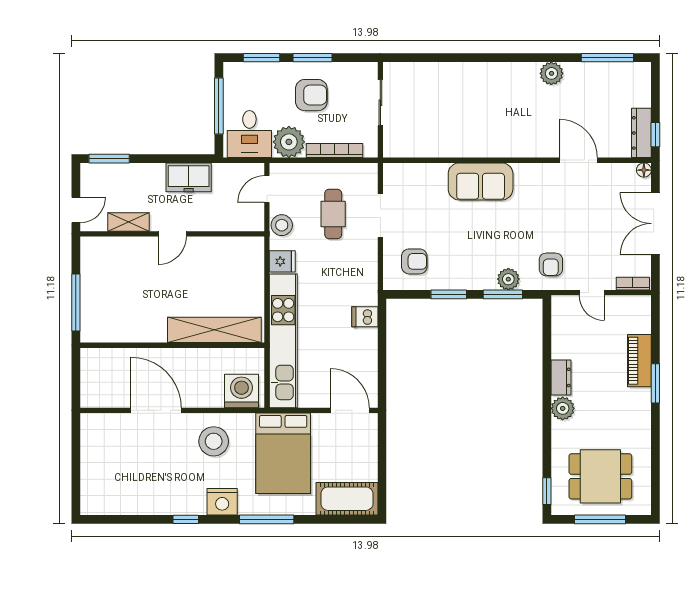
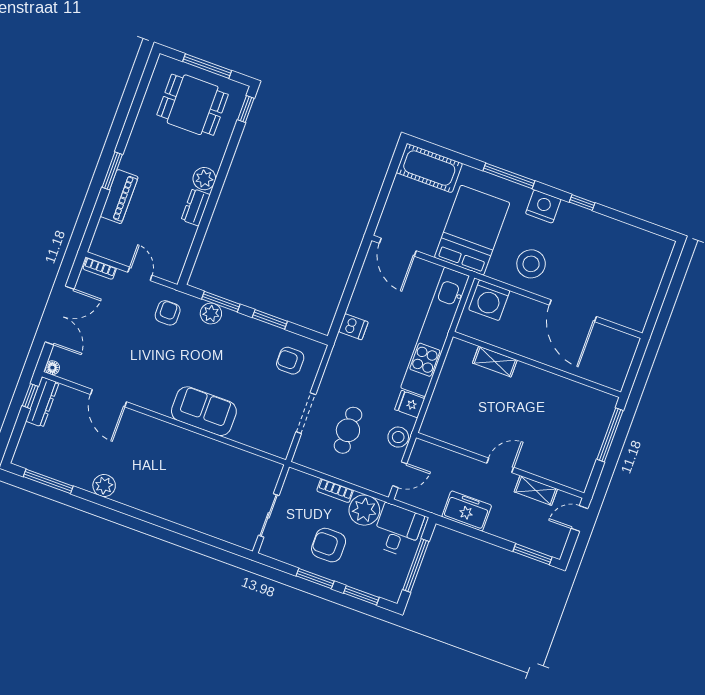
bookcase: (334, 151) -> (335, 491), width x0.64
shelving: (214, 330) -> (495, 362), width x0.45, depth x0.75

